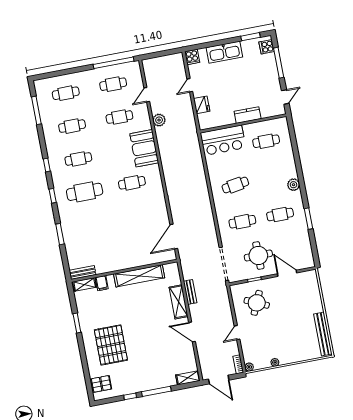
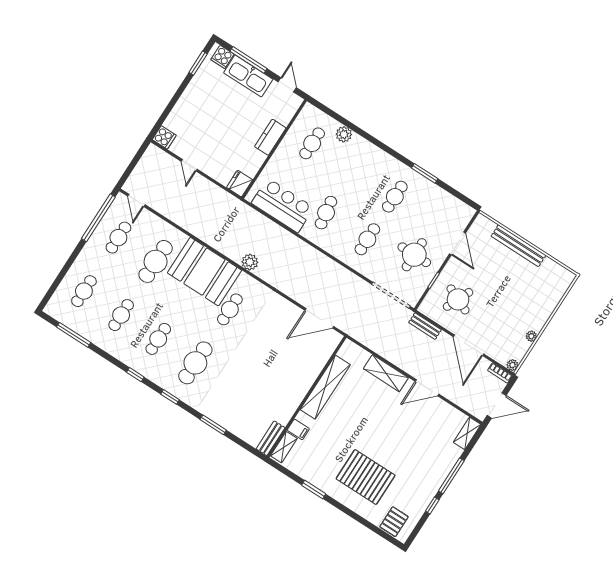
kitchen sink: (224, 52) -> (248, 76), moved, turned 90
door: (147, 95) -> (136, 200), moved
fridge: (202, 105) -> (240, 184), moved, turned -90
cafe table: (119, 117) -> (156, 261), width x1.37, depth x1.35
plant: (159, 120) -> (250, 262), moved
bar counter: (223, 140) -> (283, 205), moved, turned -90
booth: (144, 148) -> (204, 272), width x1.36, depth x1.42
plant: (294, 185) -> (344, 134), moved
door: (174, 237) -> (319, 318), hinge flipped
door: (287, 273) -> (457, 243), swing flipped
bench: (190, 292) -> (425, 326), moved
door: (237, 333) -> (468, 345), width x1.87
bench: (323, 334) -> (519, 246), moved

